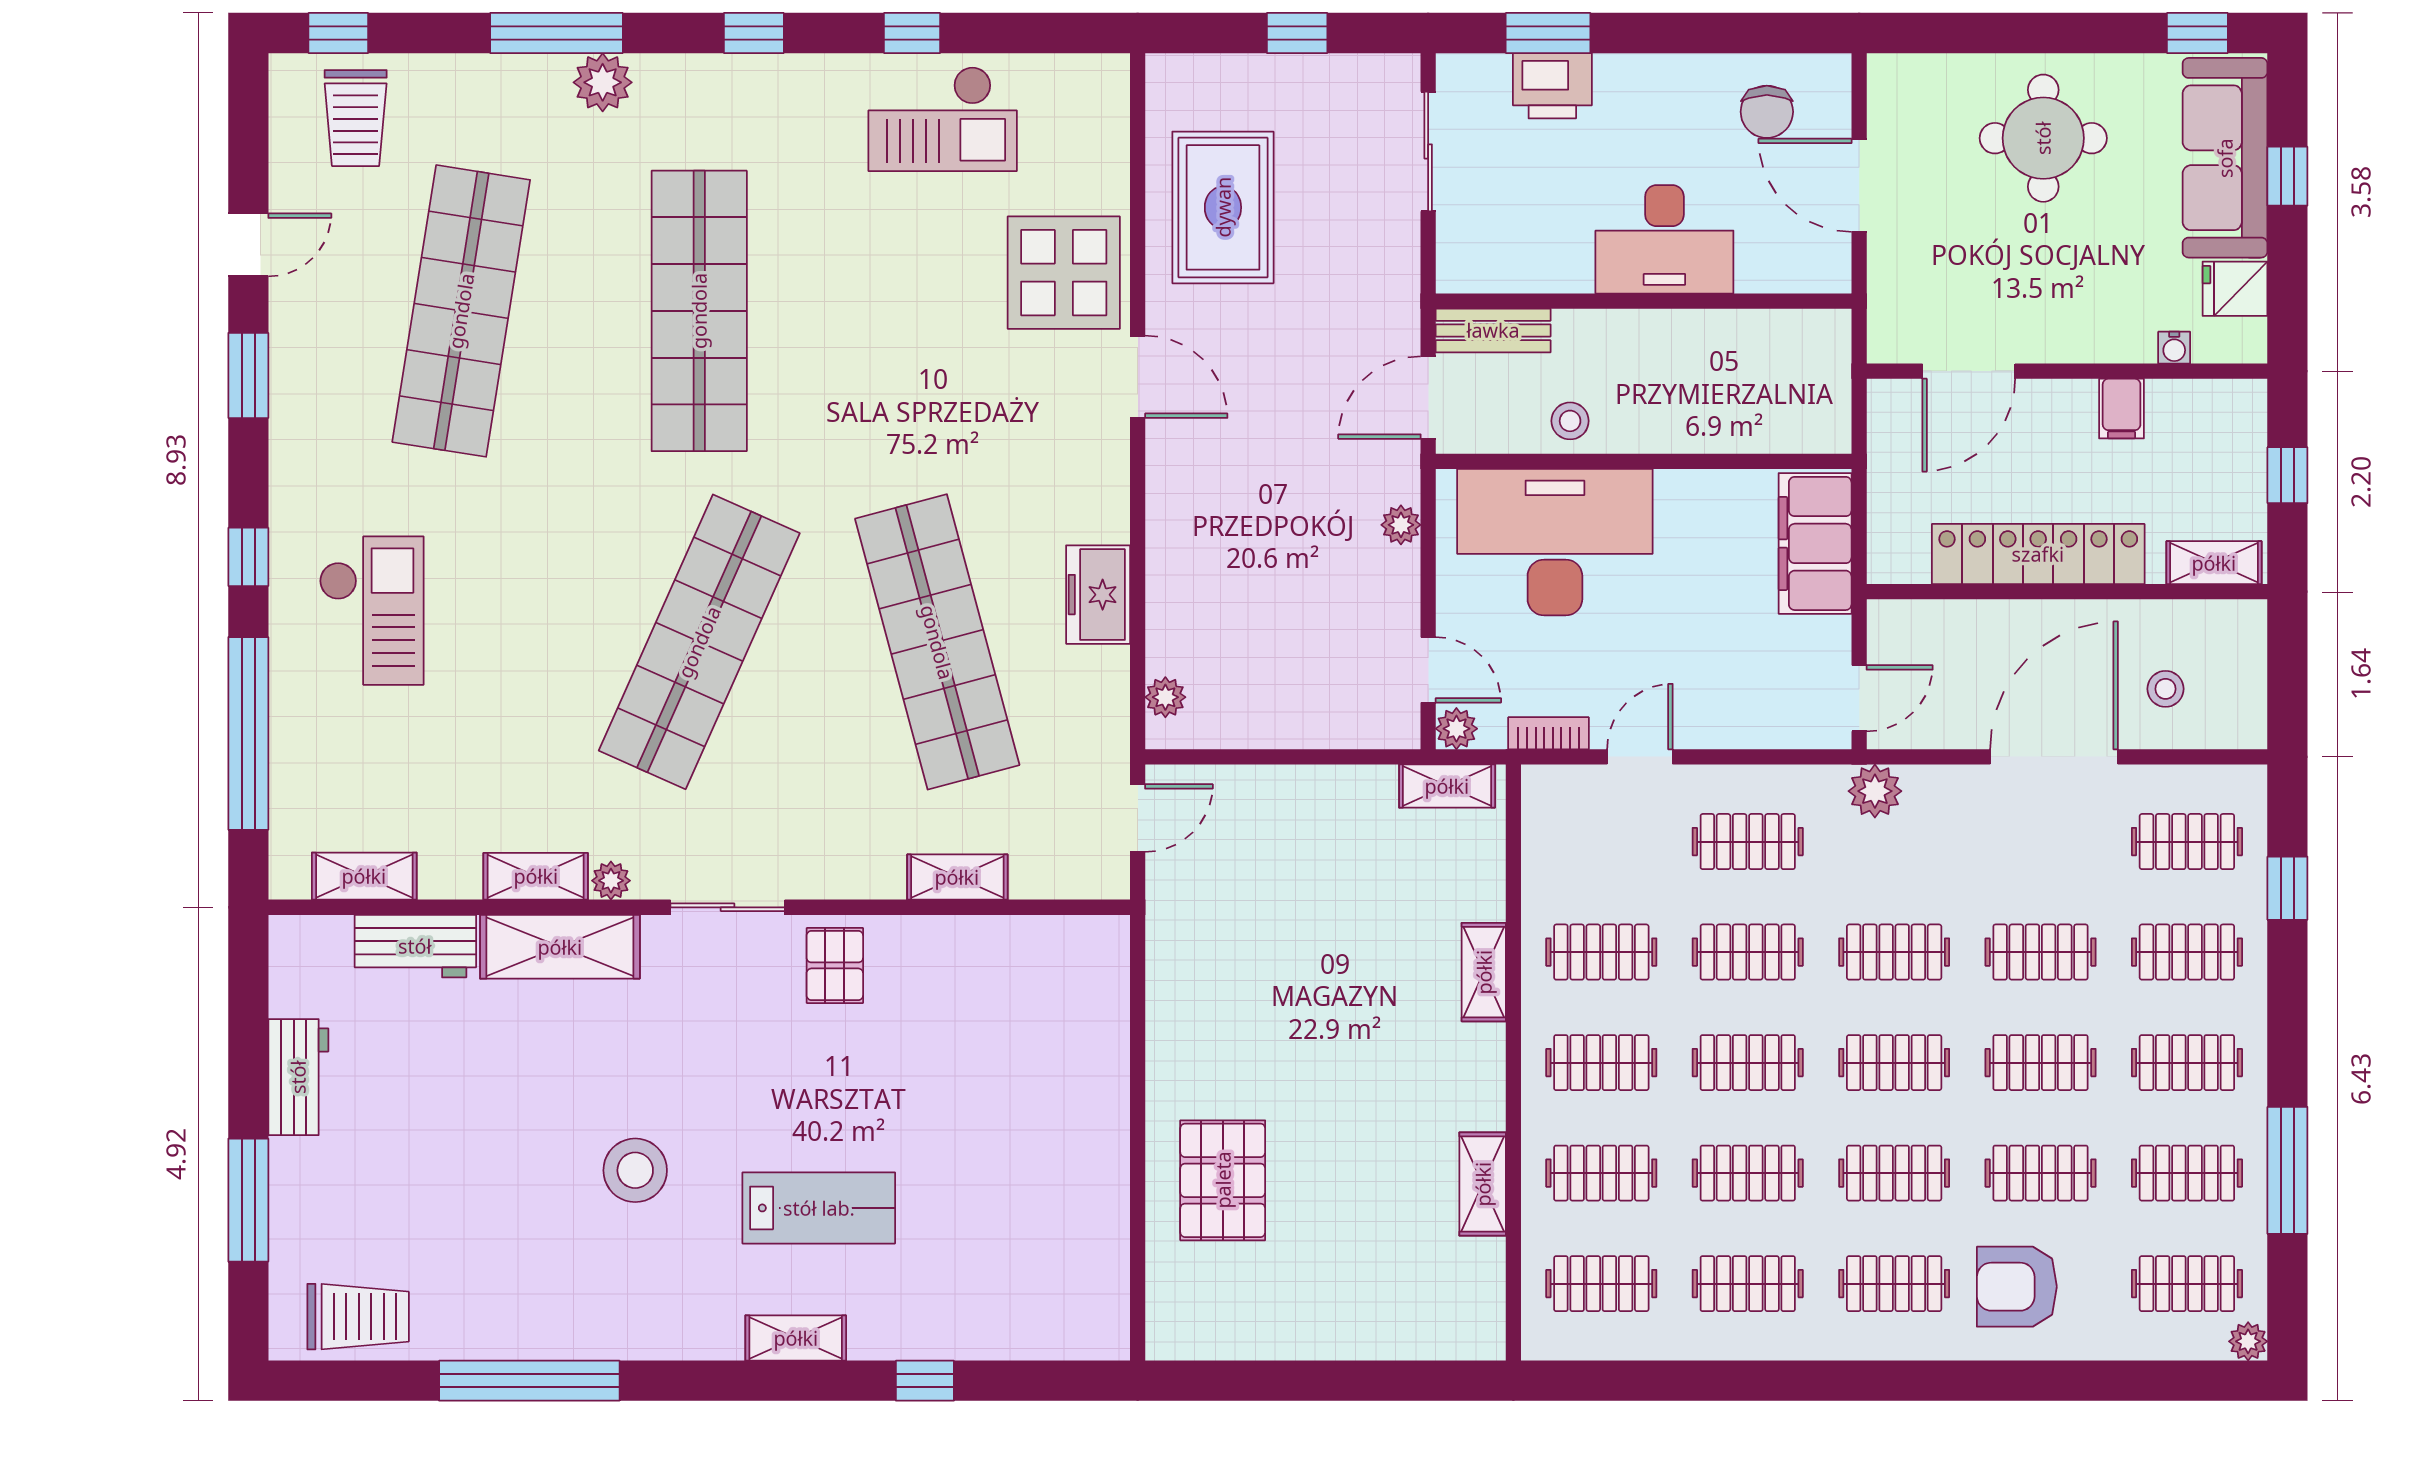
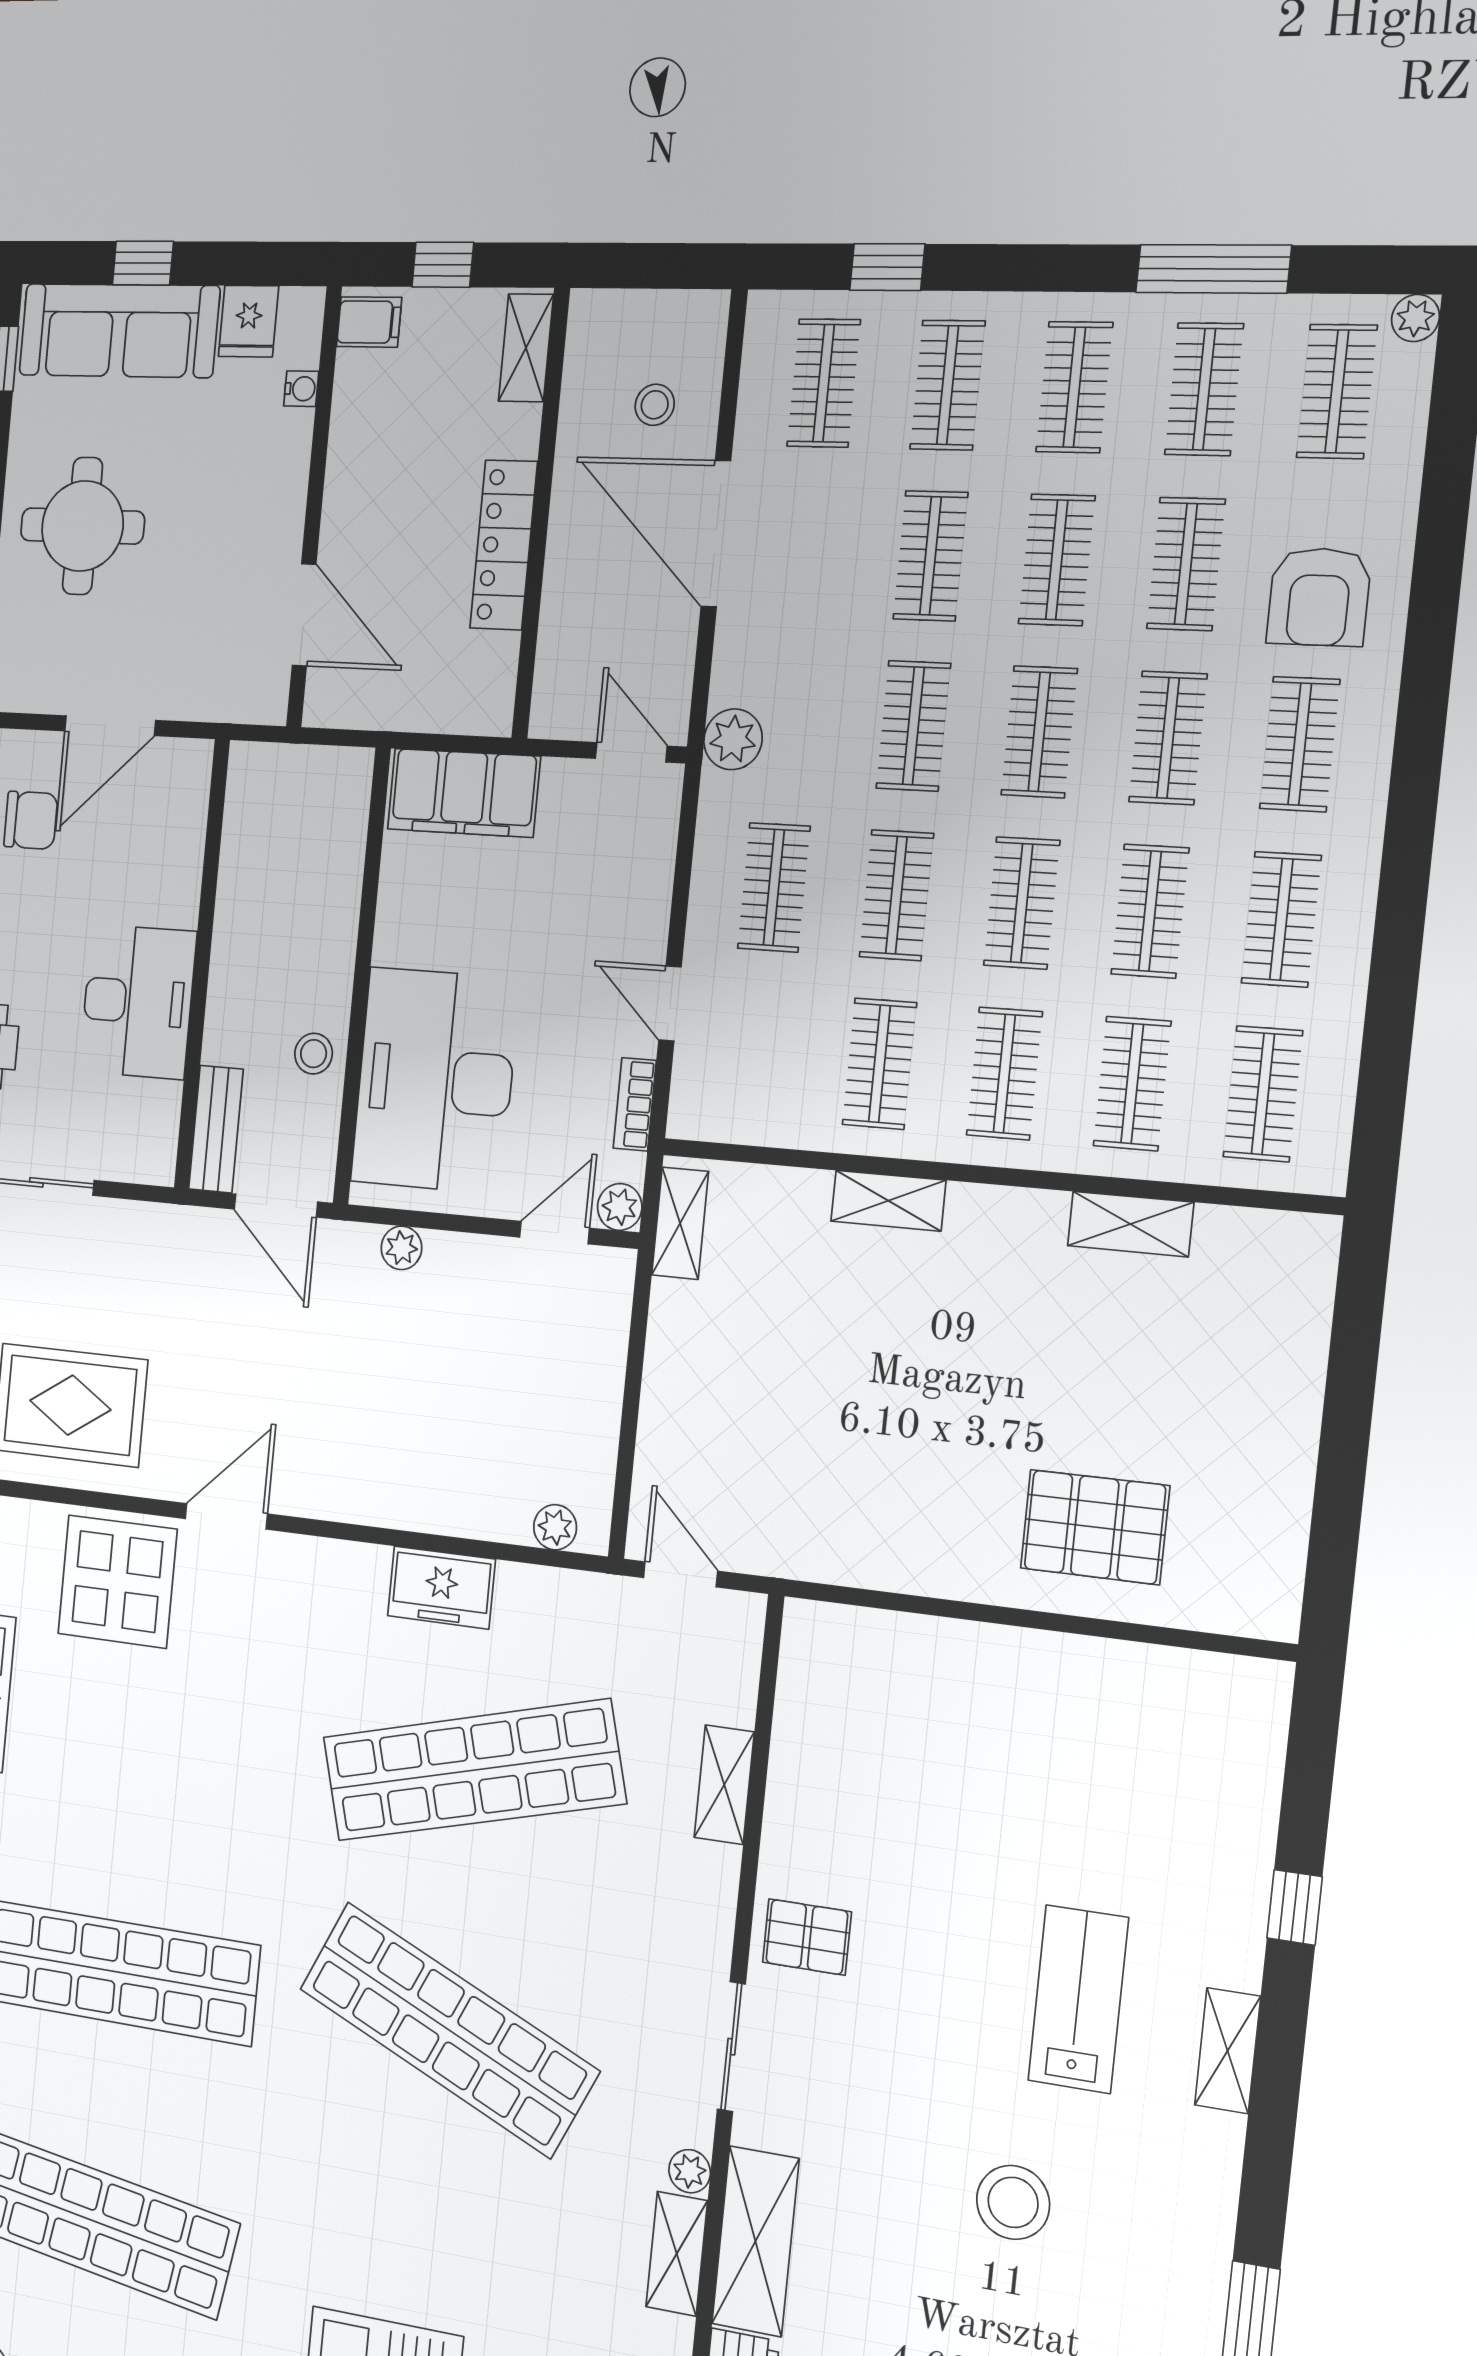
desk: (1664, 239) -> (138, 1002), moved
filing cabinet: (2122, 409) -> (369, 322), moved
locker: (2038, 554) -> (504, 545), width x0.71, depth x0.83

